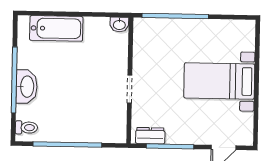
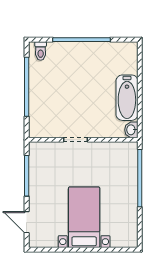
bathtub: (56, 28) -> (127, 98), moved
washbasin: (27, 87) -> (76, 50), removed
dresser: (150, 136) -> (36, 158), removed

